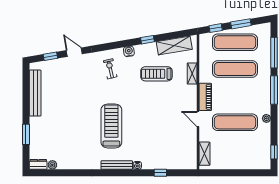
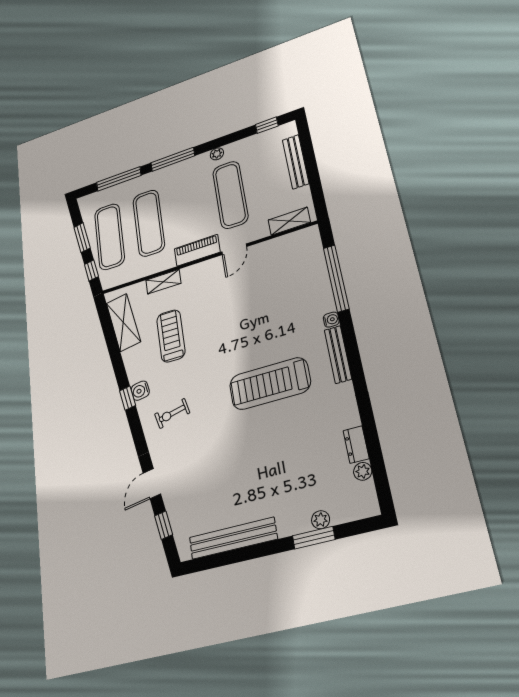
window: (147, 40) -> (128, 398), moved
treadmill: (156, 74) -> (171, 336), turned 180
plant: (34, 139) -> (321, 520), added
dresser: (38, 164) -> (356, 445), moved
bench: (242, 164) -> (296, 162), added
window: (160, 173) -> (336, 278), width x3.17

